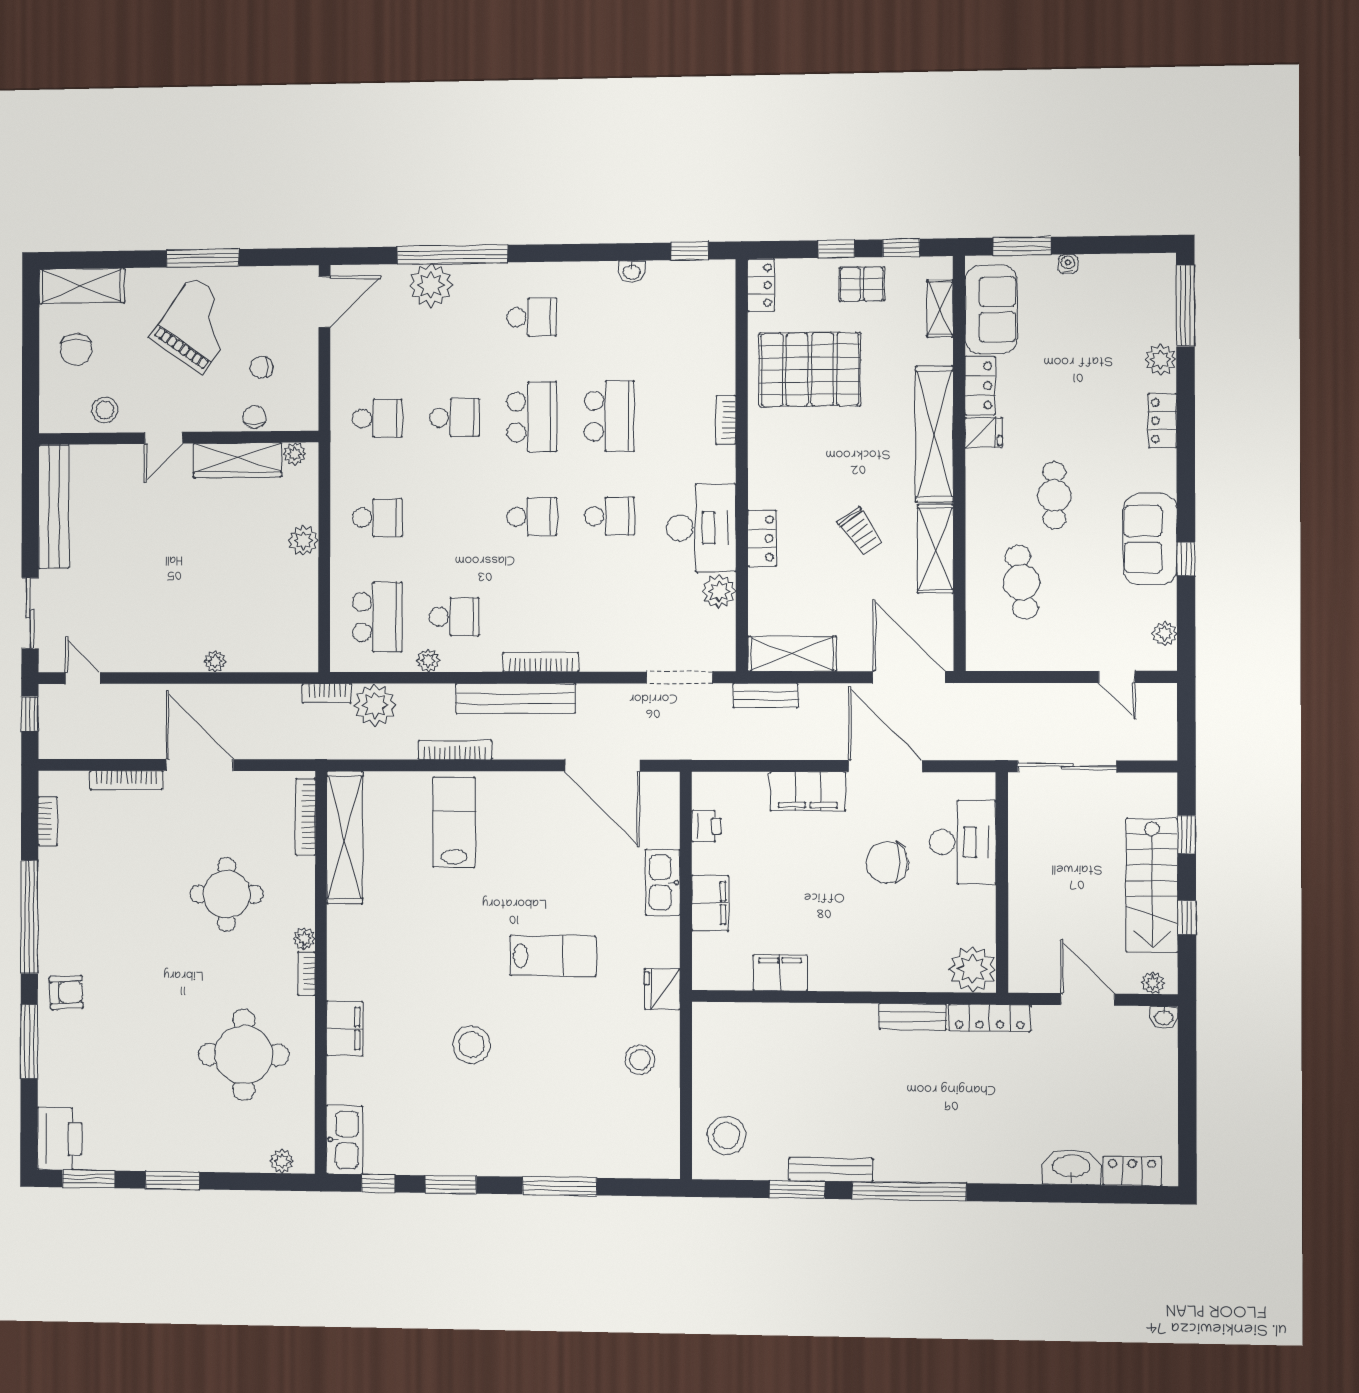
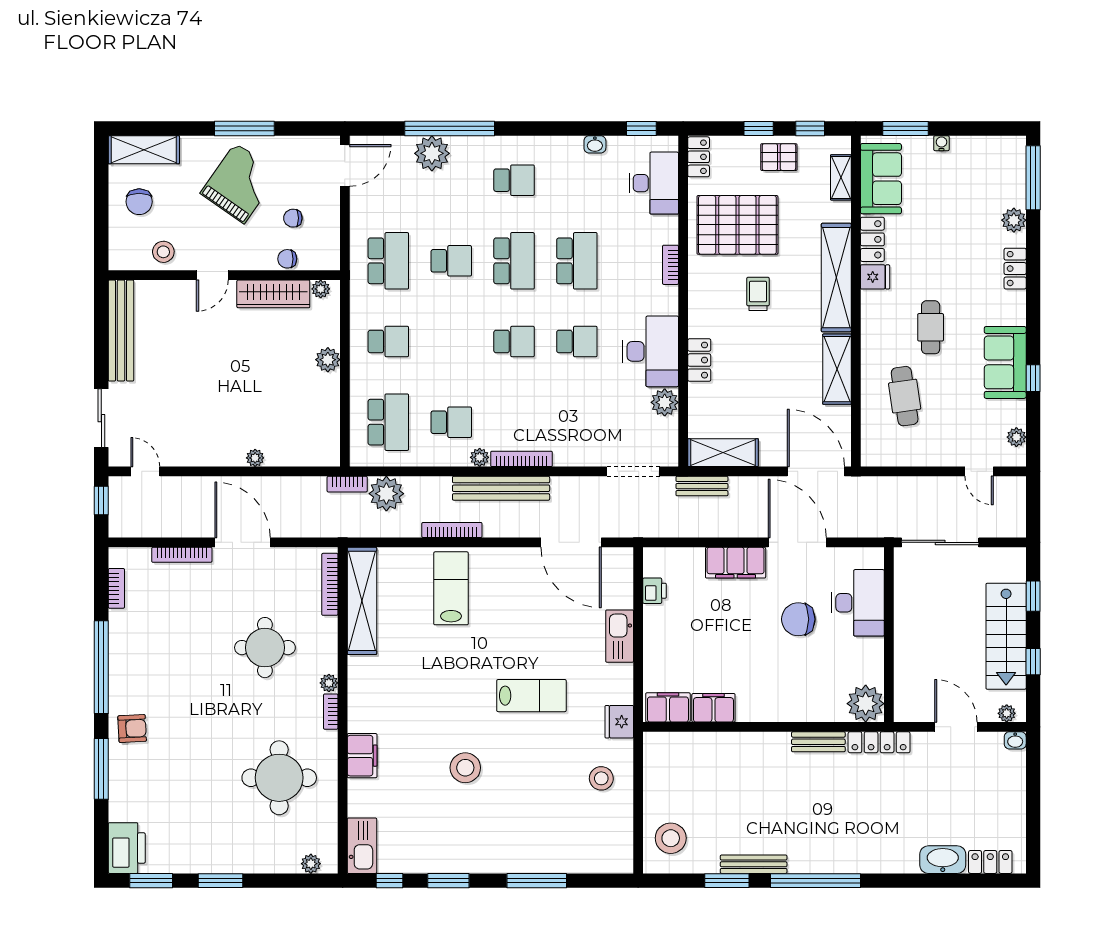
desk: (705, 319) -> (654, 183), added
chair: (254, 417) -> (287, 259), turned -90
school desk: (377, 418) -> (388, 261), width x1.85
trolley: (860, 531) -> (758, 294), moved, turned -145
plant: (428, 660) -> (480, 457), moved
filing cabinet: (710, 903) -> (668, 707), moved, turned -90

